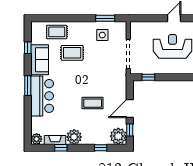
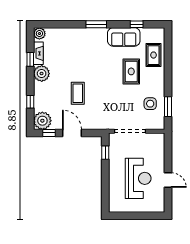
bar counter: (42, 96) -> (85, 40), removed

